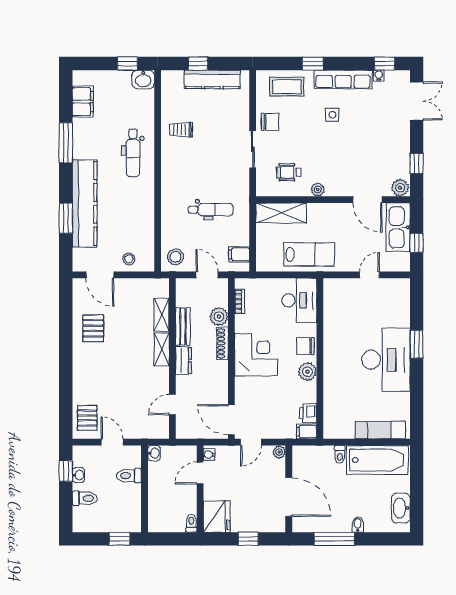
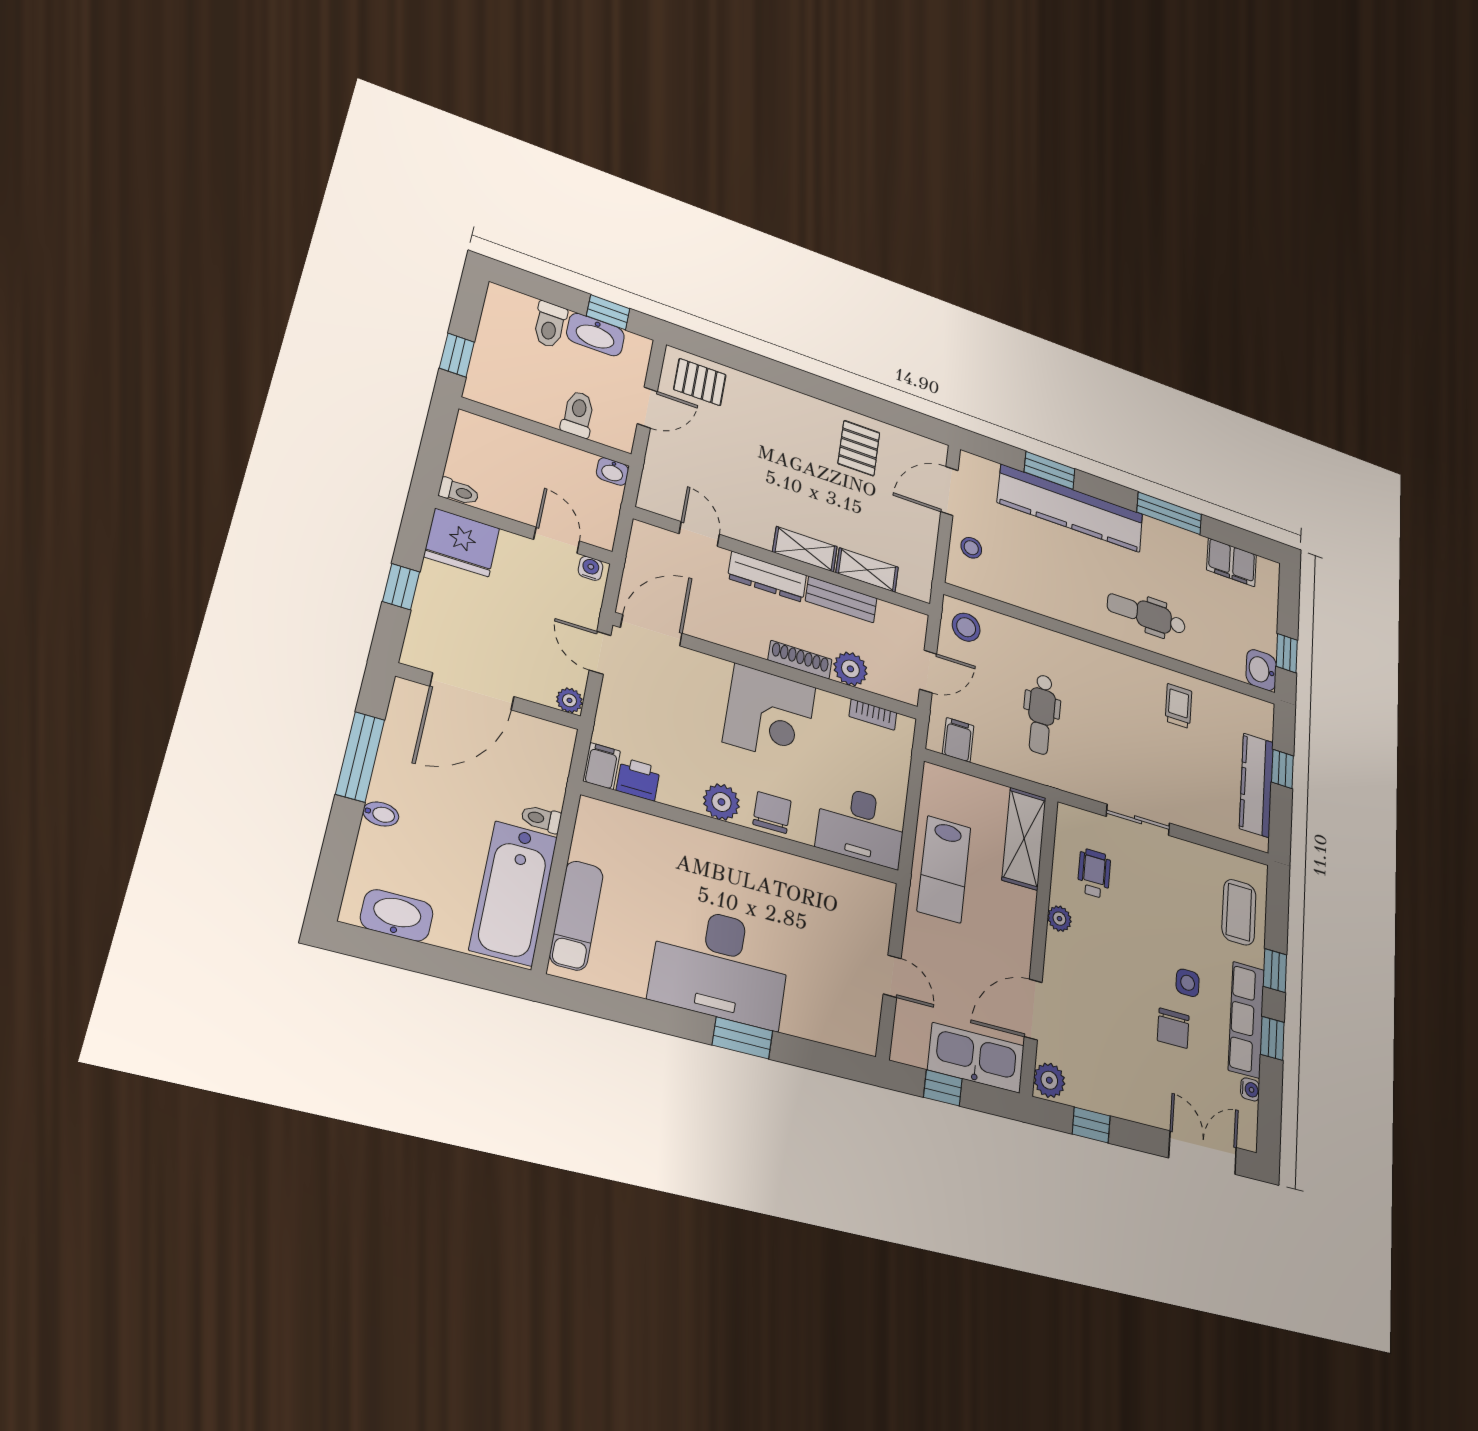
window: (385, 64) -> (1272, 1038), moved
double door: (417, 101) -> (1203, 1153), swing flipped
chair: (270, 122) -> (1173, 1028), moved
pallet: (93, 328) -> (859, 448), turned 90
dresser: (184, 361) -> (767, 577), width x1.44
washbasin: (78, 475) -> (595, 335), width x1.91, depth x1.45

